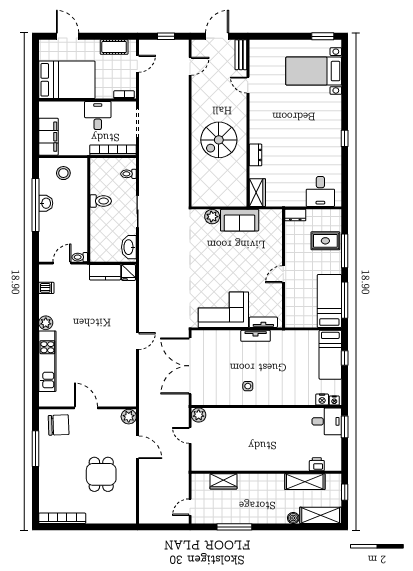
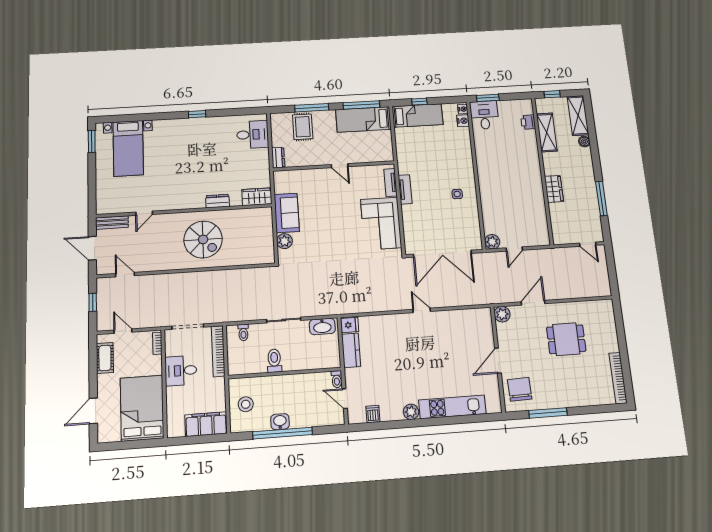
wardrobe: (223, 481) -> (554, 189), moved

